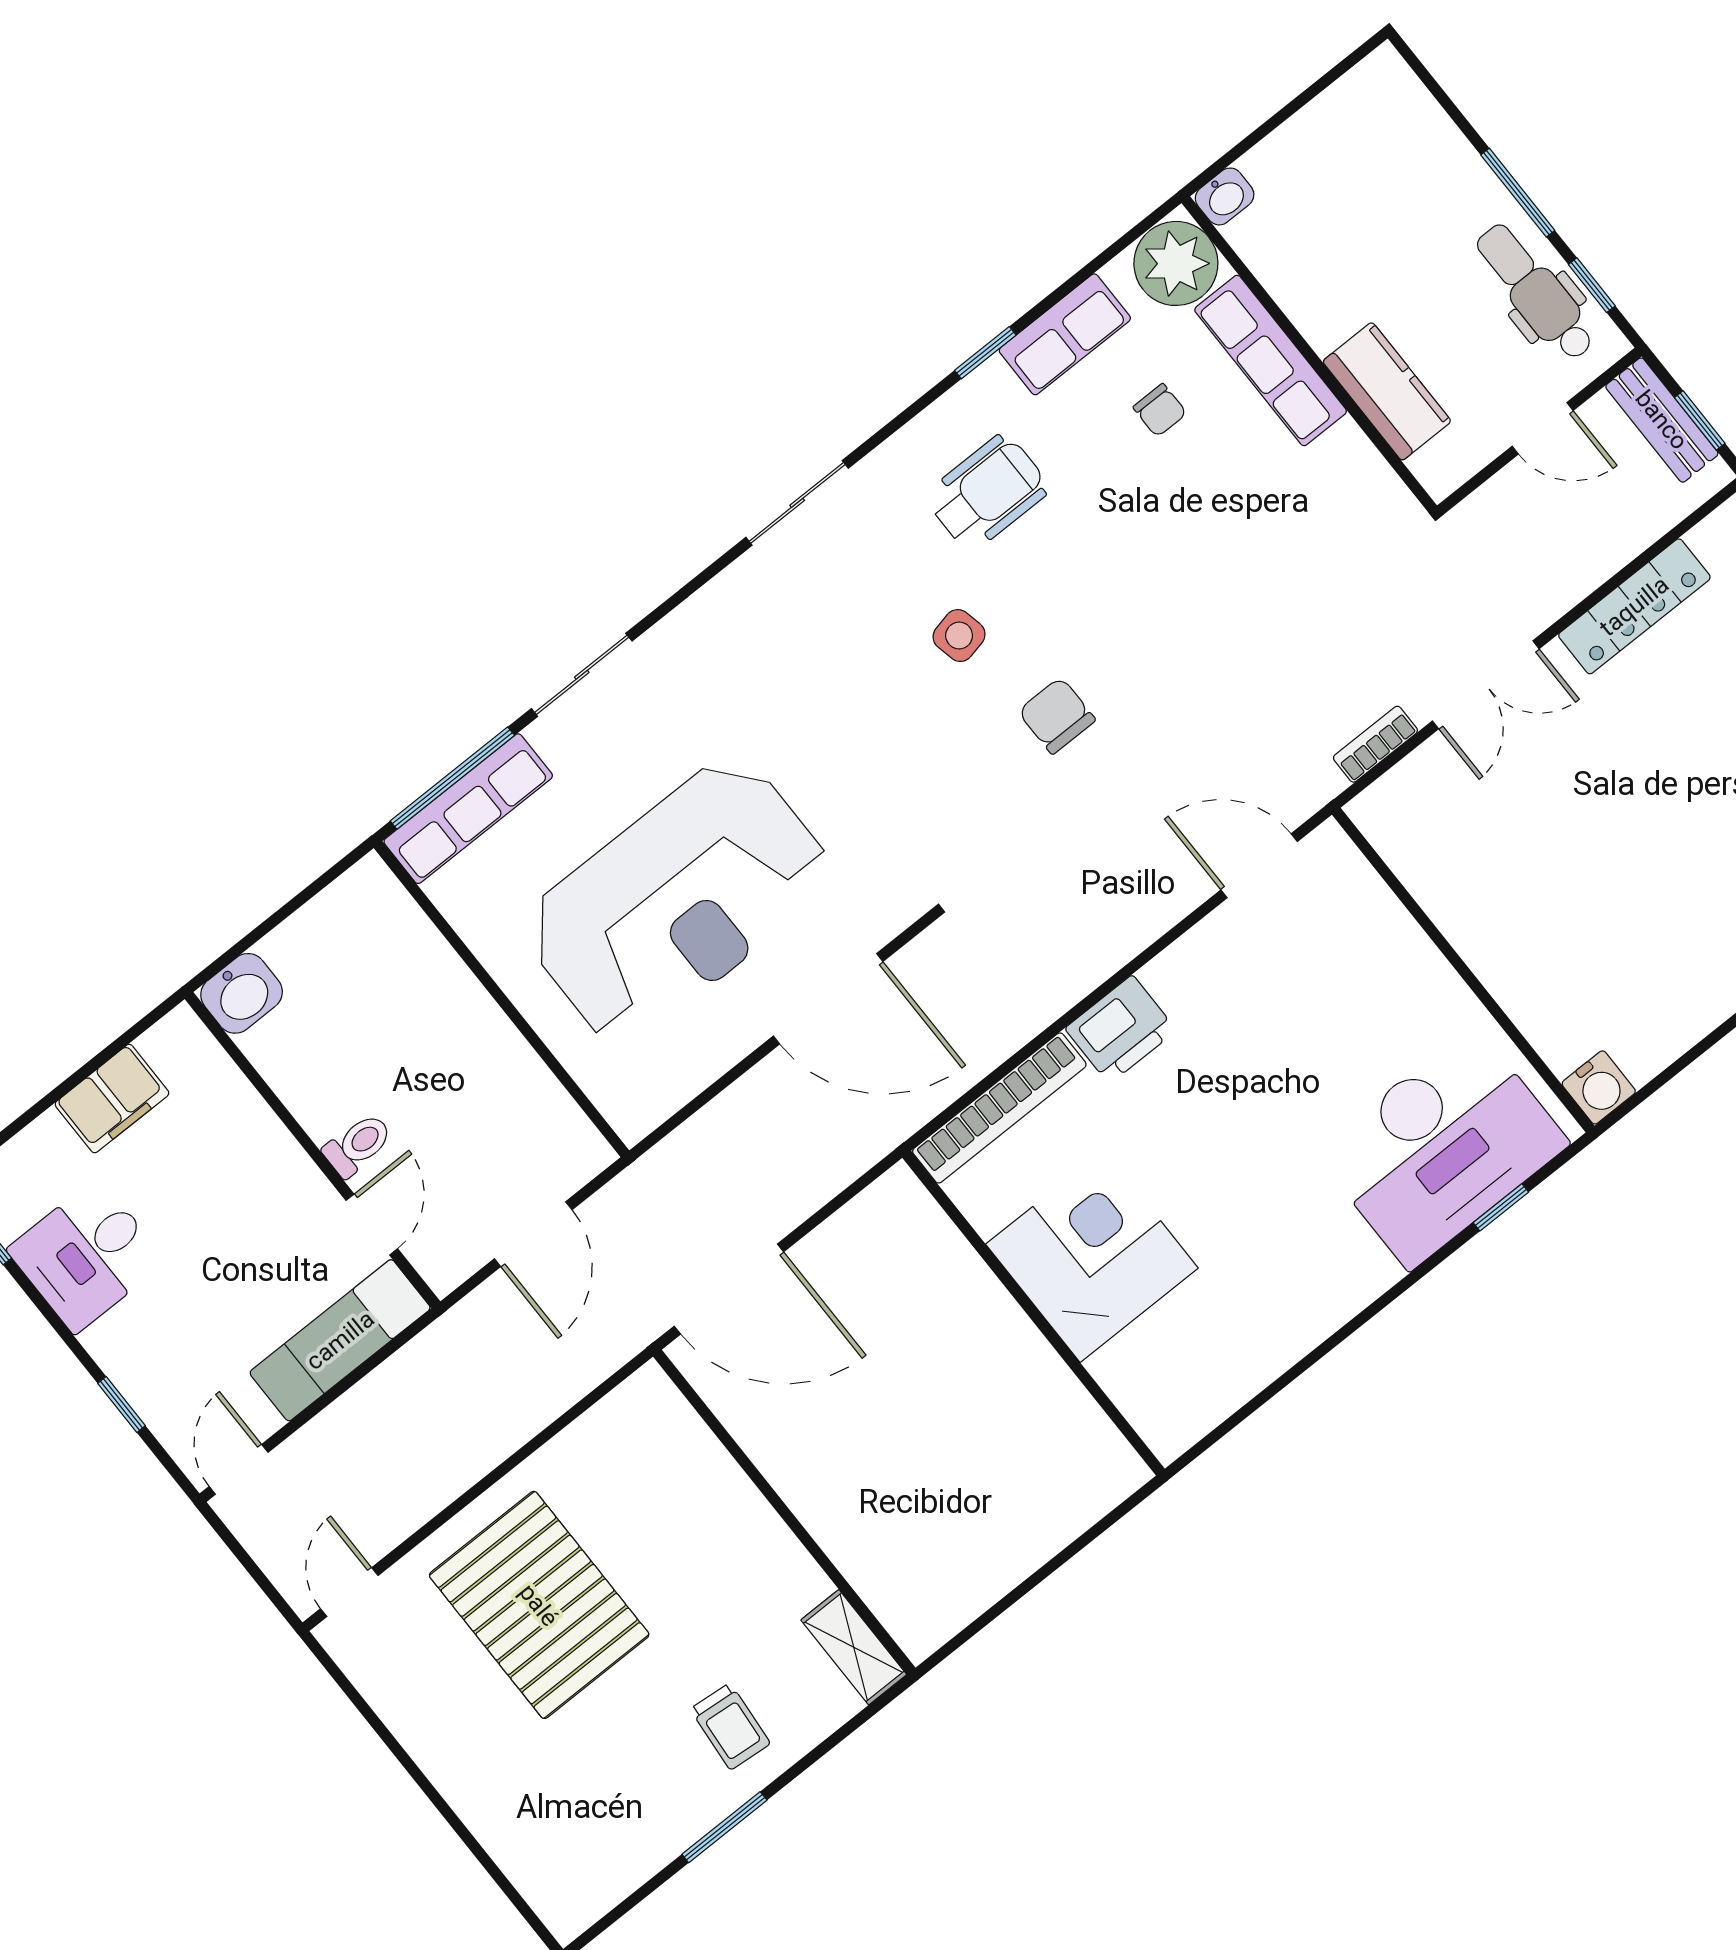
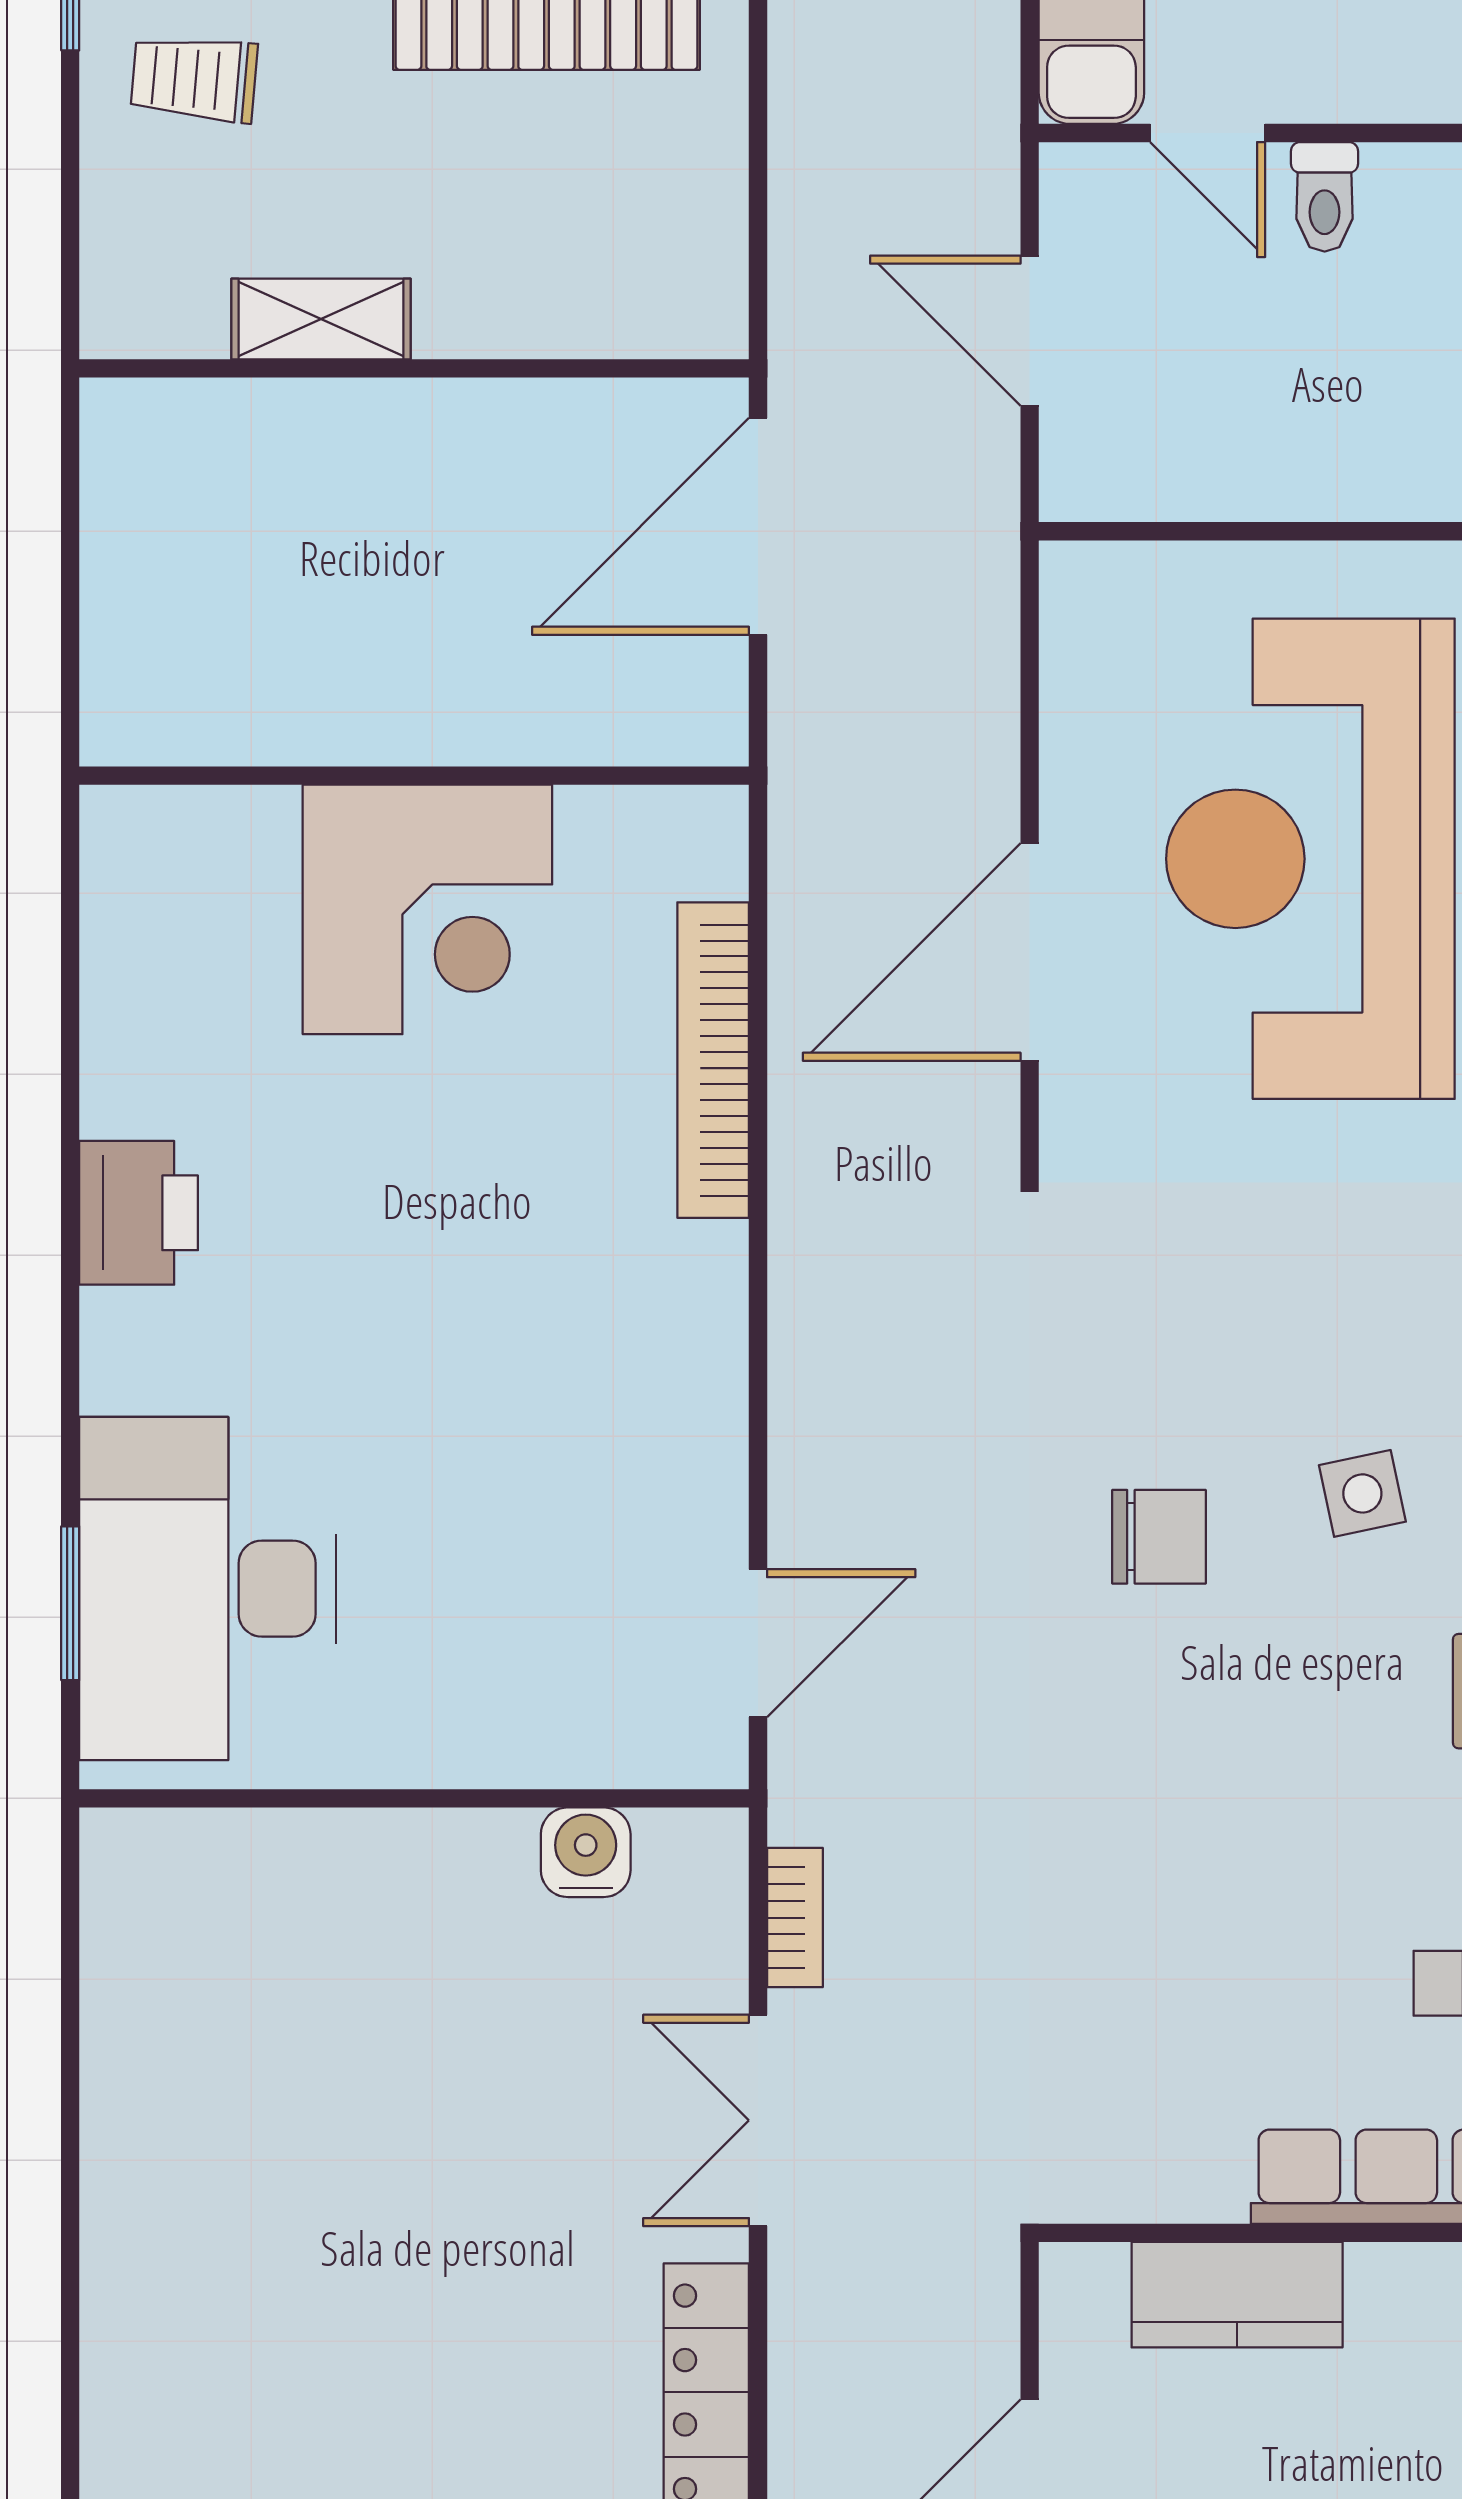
printer: (1121, 1029) -> (139, 1213), moved, turned 180
water cooler: (1599, 1087) -> (586, 1852), moved, turned 90
window: (1501, 1207) -> (70, 1603), width x1.50
corner desk: (1092, 1256) -> (427, 909), moved
wall: (1034, 1313) -> (414, 776), moved
shelving: (854, 1647) -> (321, 319), moved

